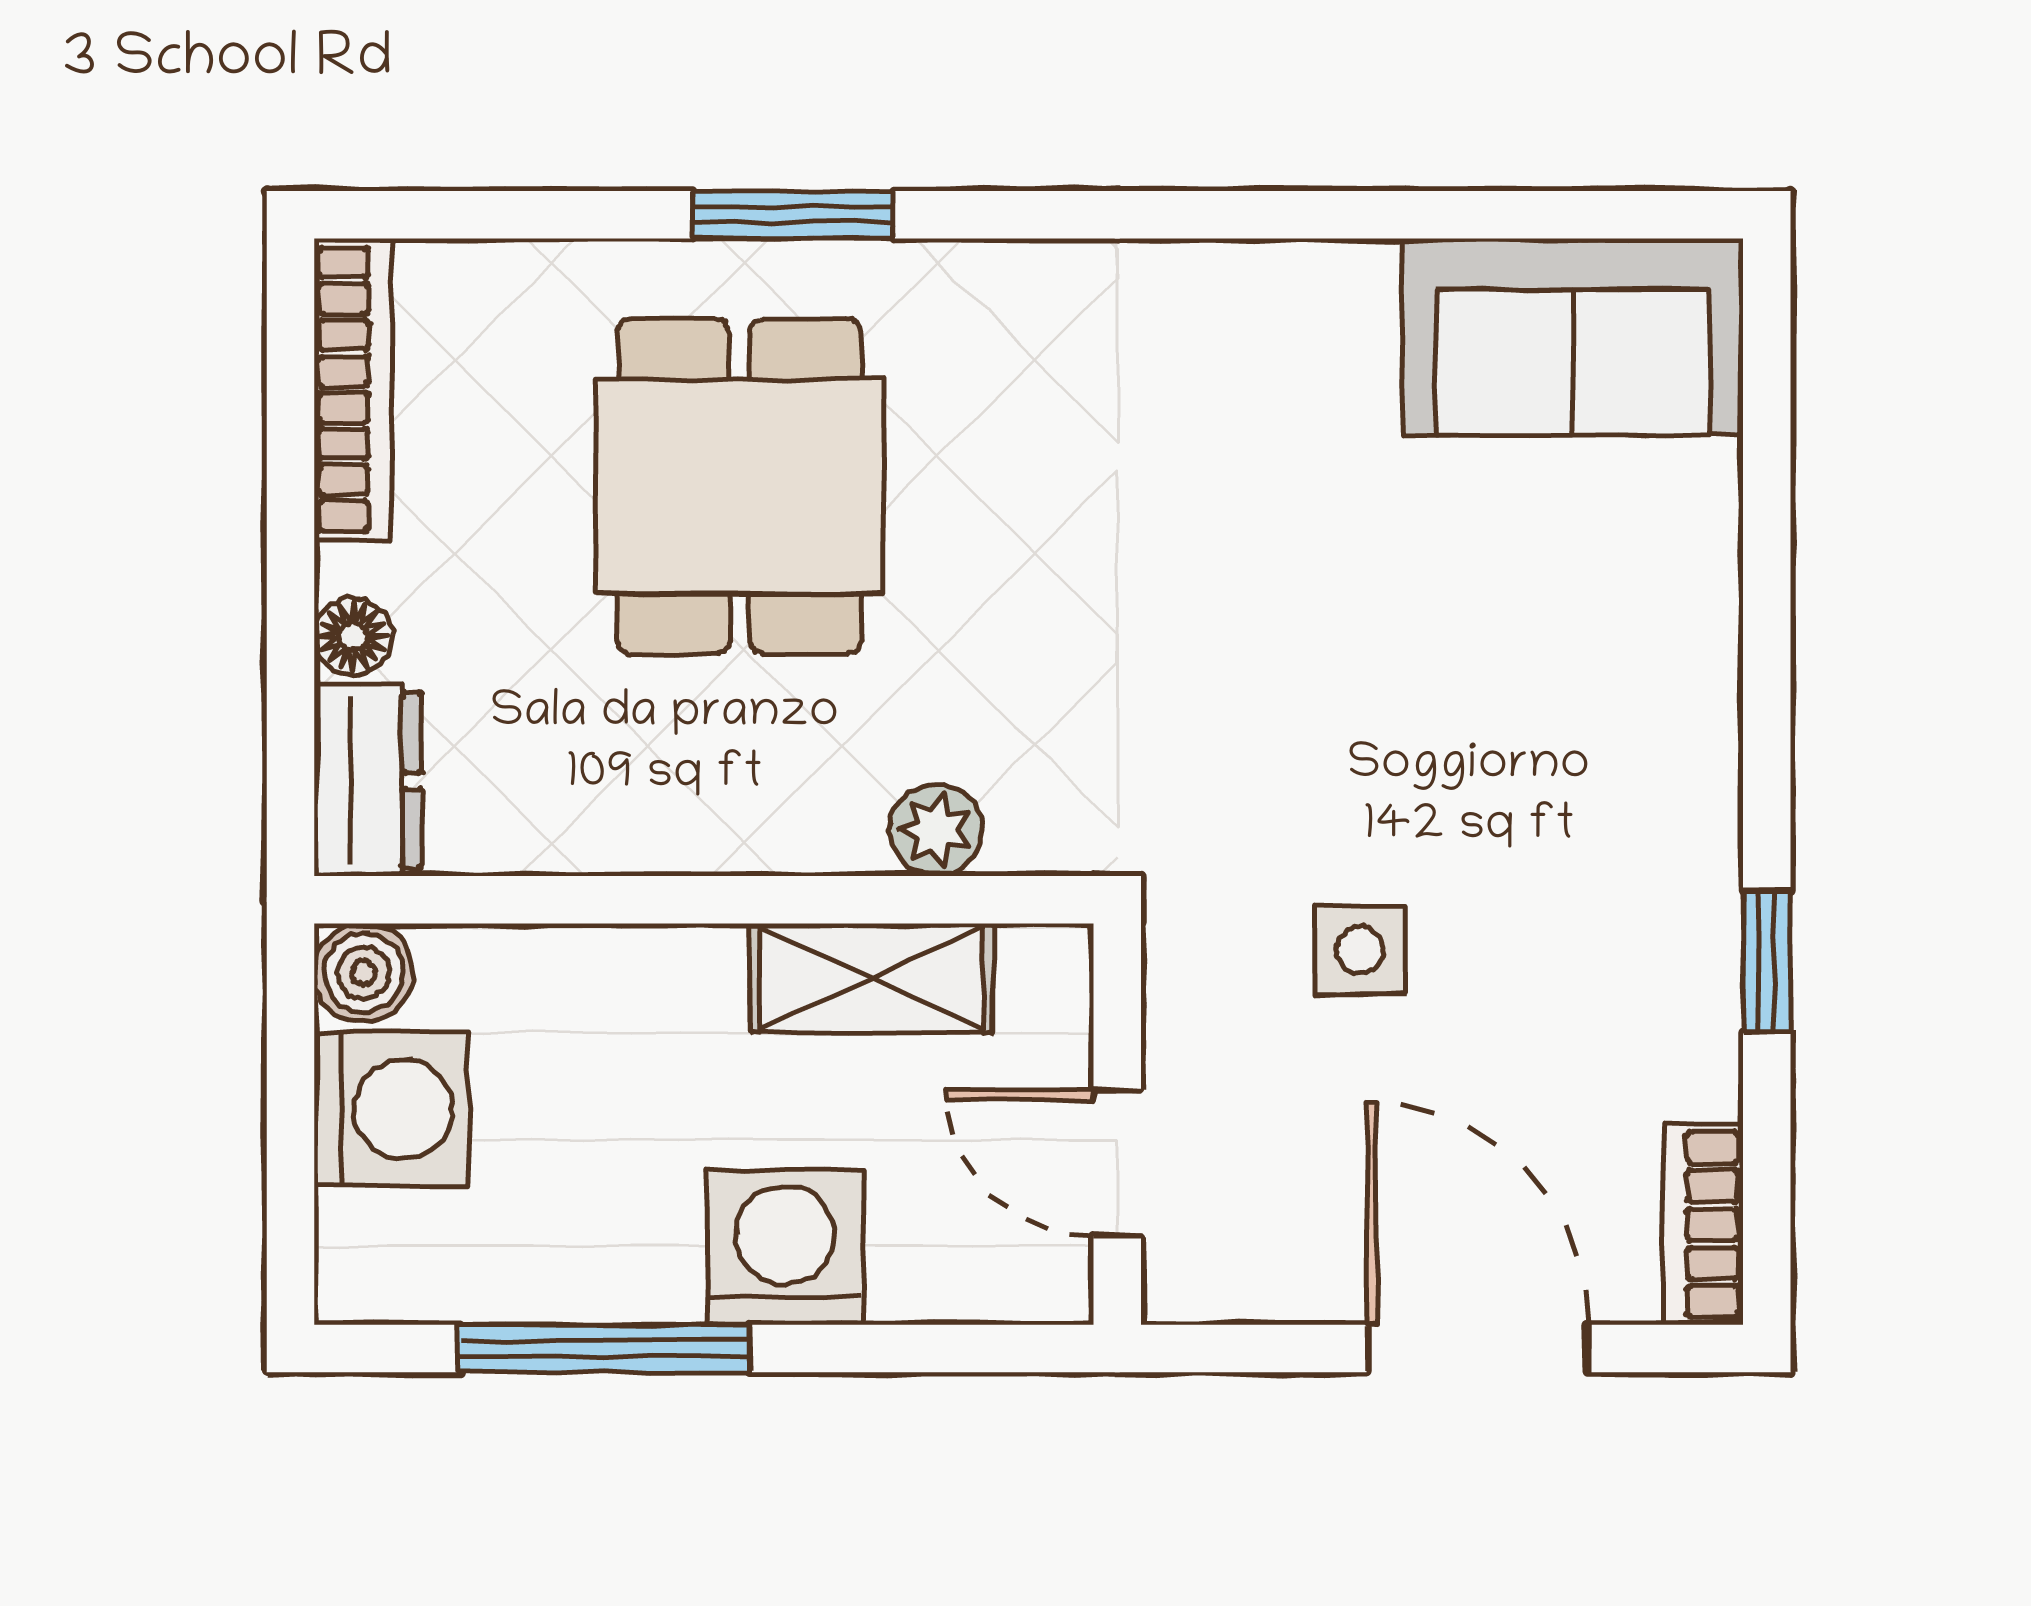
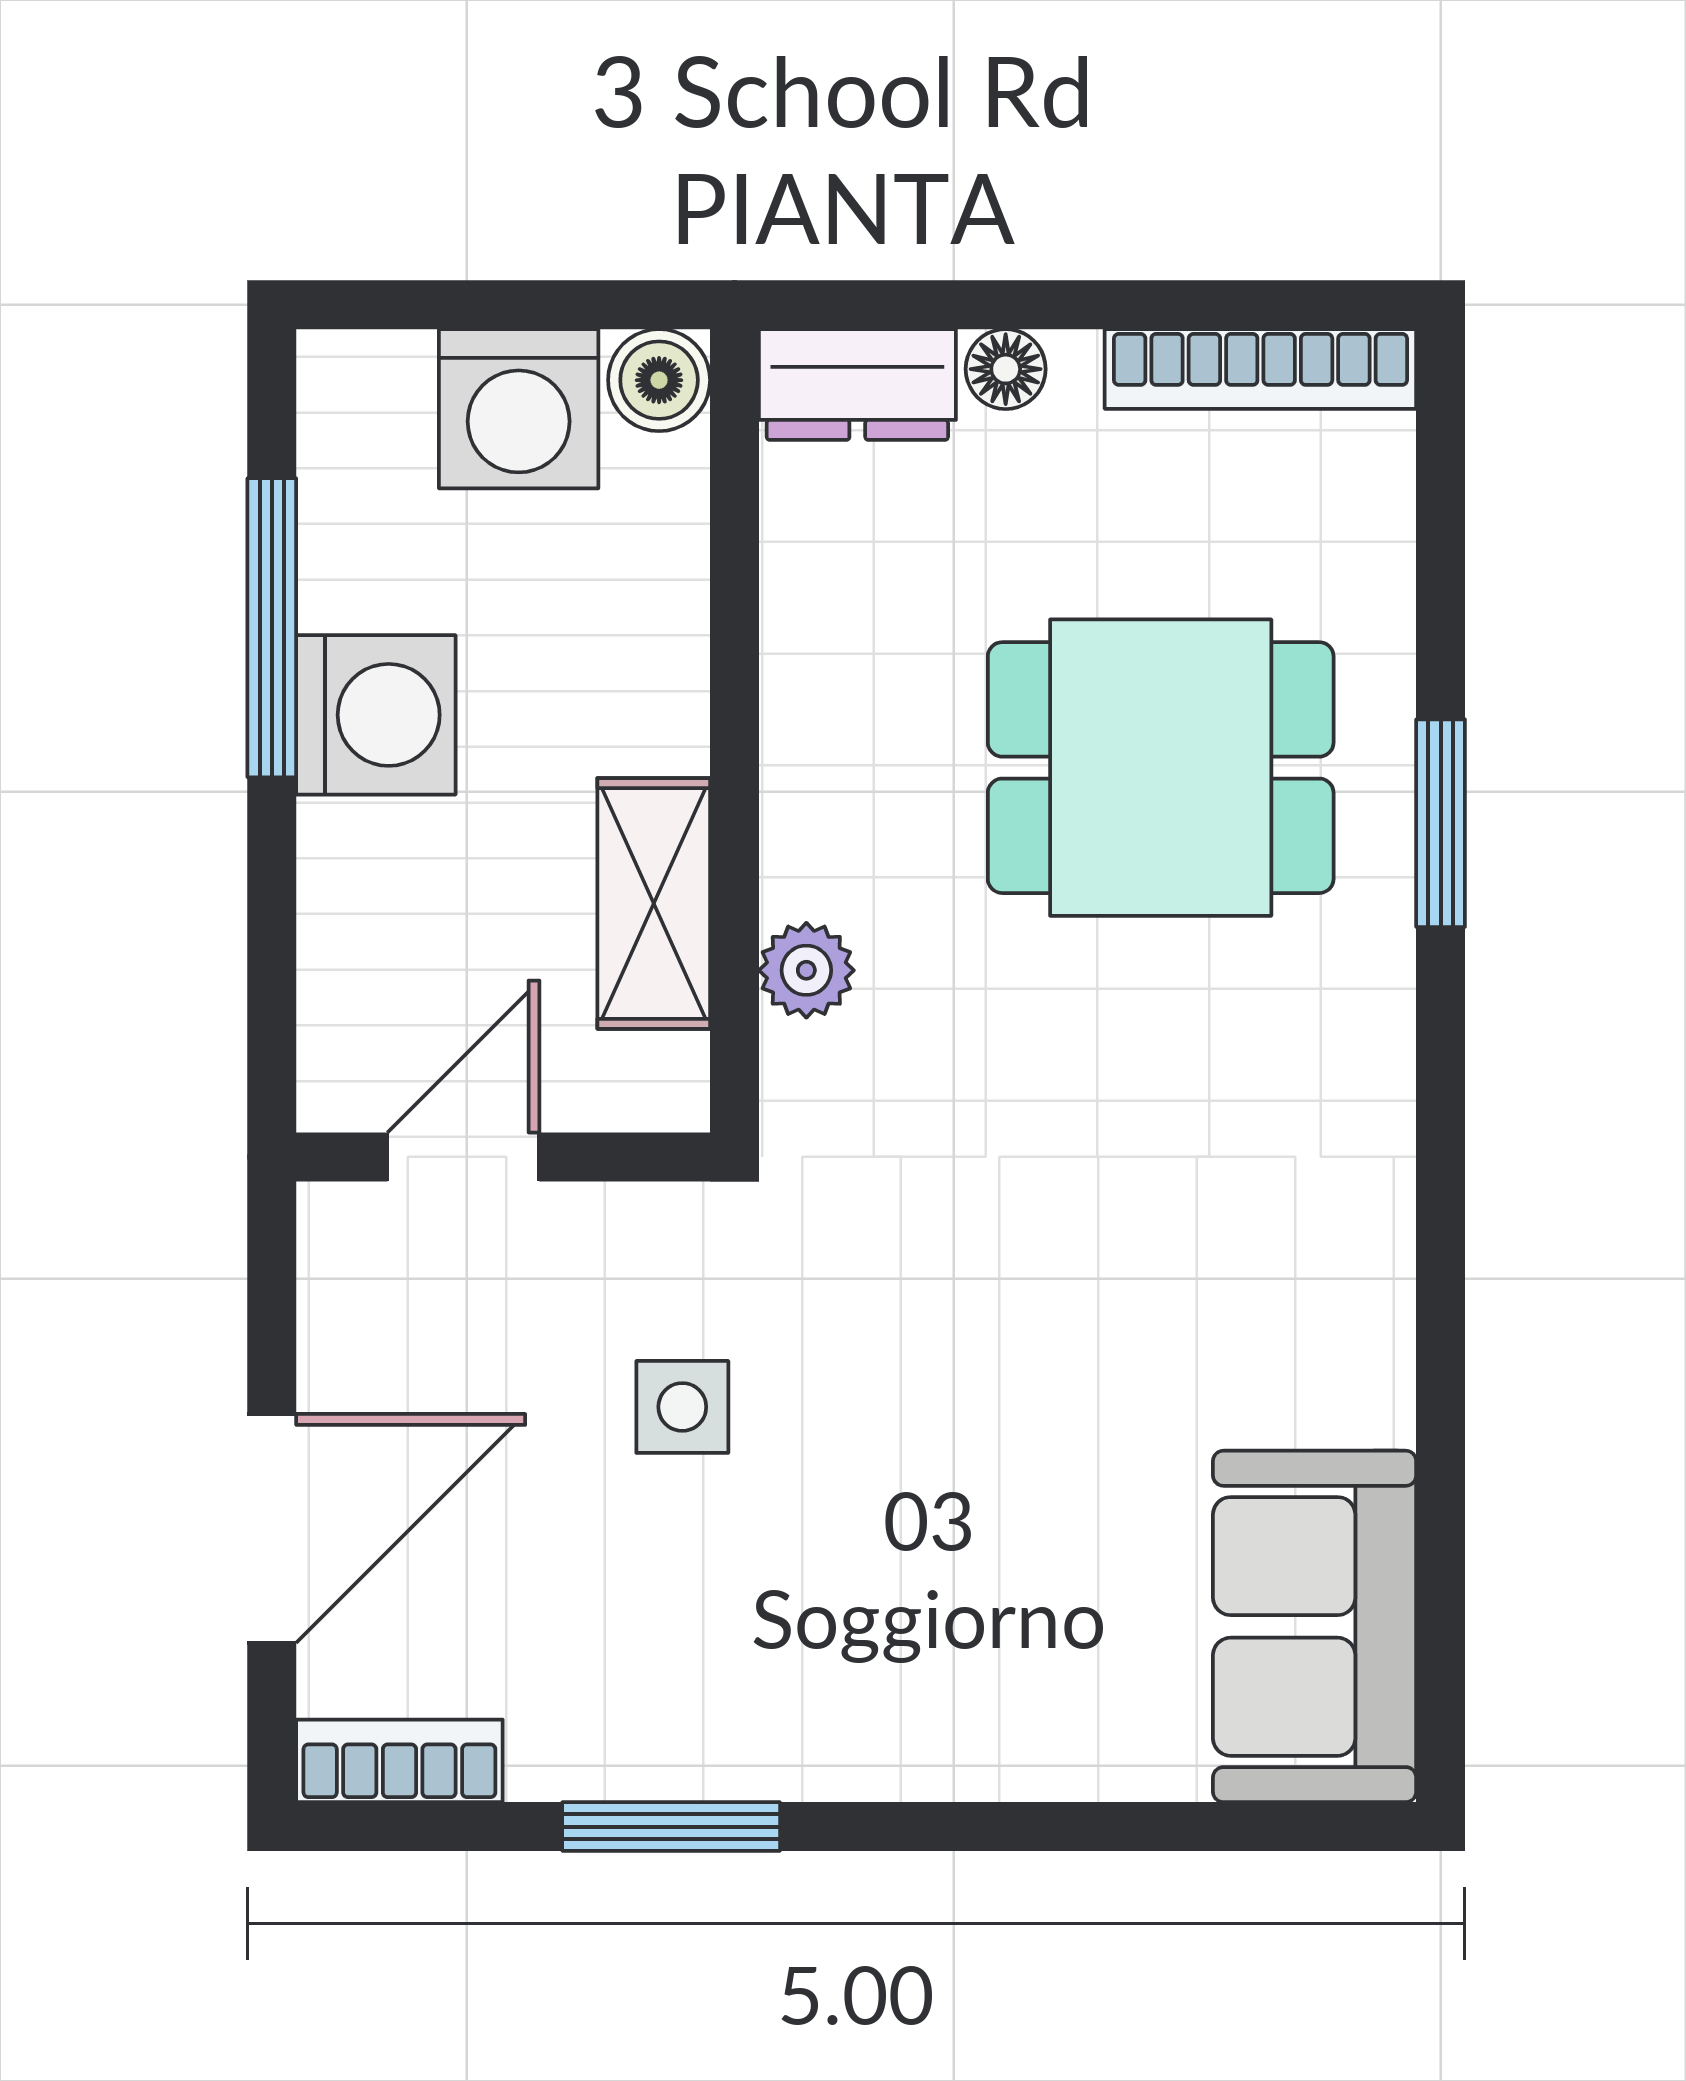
window: (1767, 961) -> (671, 1827), width x1.50
washing machine: (785, 1248) -> (376, 715), moved

